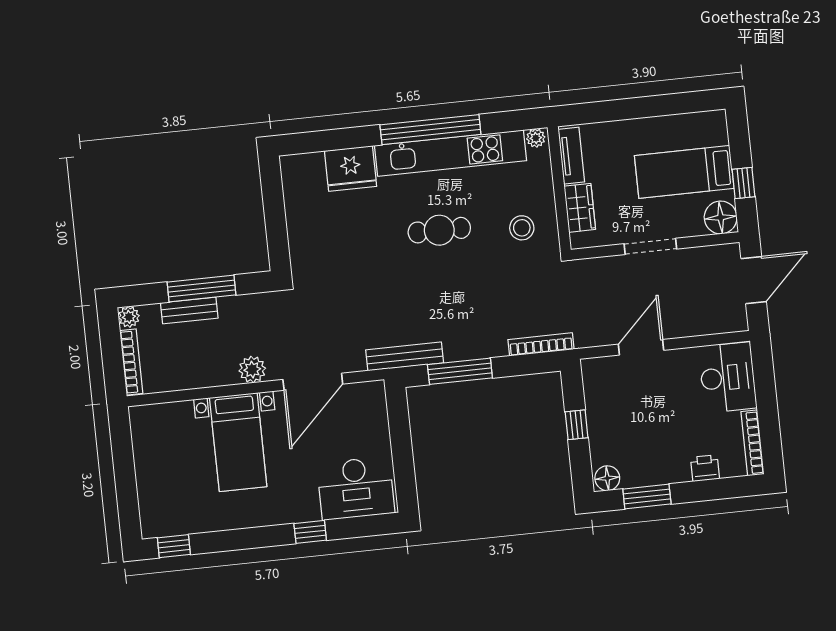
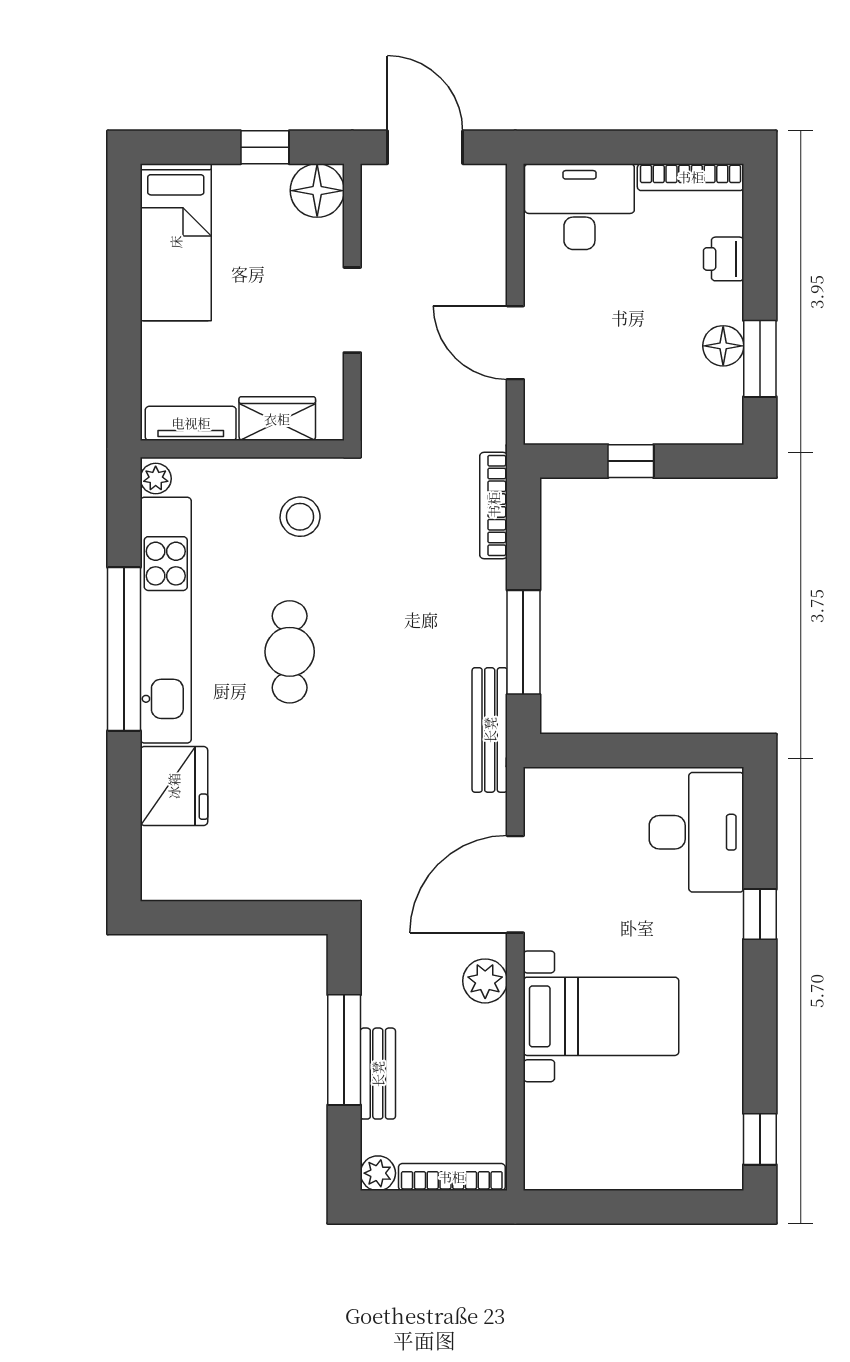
bed: (684, 172) -> (176, 242), moved
door: (313, 382) -> (515, 884), swing flipped
floor lamp: (607, 478) -> (723, 346), moved

